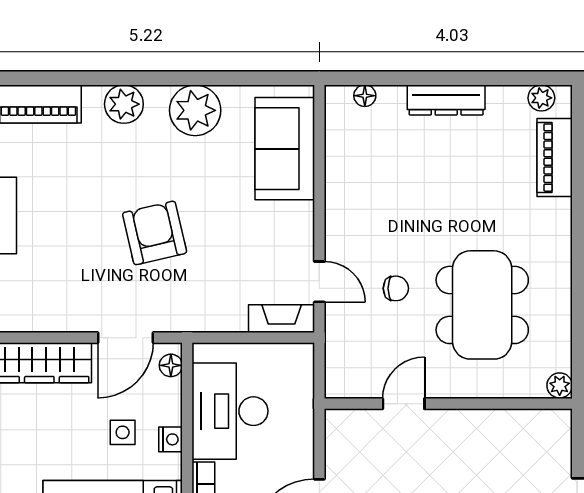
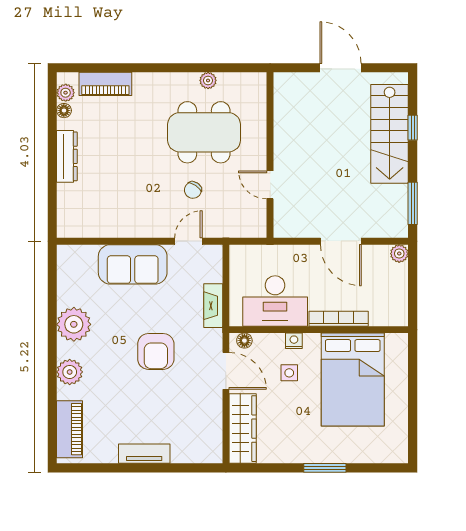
floor lamp: (365, 96) -> (64, 111), moved
sofa: (285, 149) -> (133, 264), moved
armchair: (155, 233) -> (156, 351), turned -77
chair: (396, 288) -> (193, 190), turned -146
fireplace: (282, 319) -> (213, 306), moved
plant: (560, 385) -> (208, 80), moved

